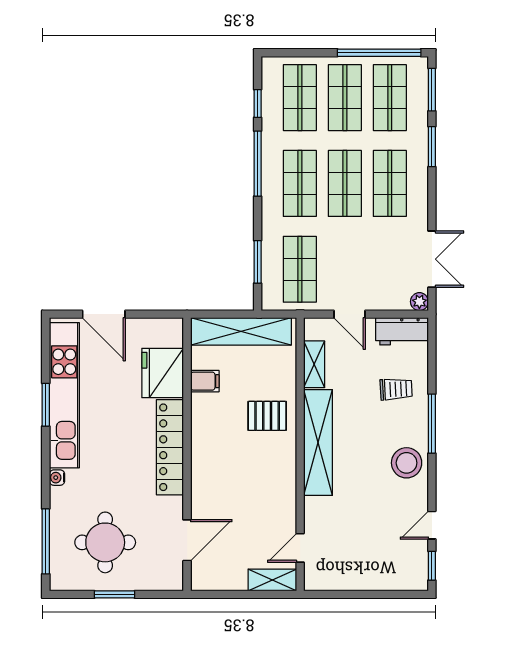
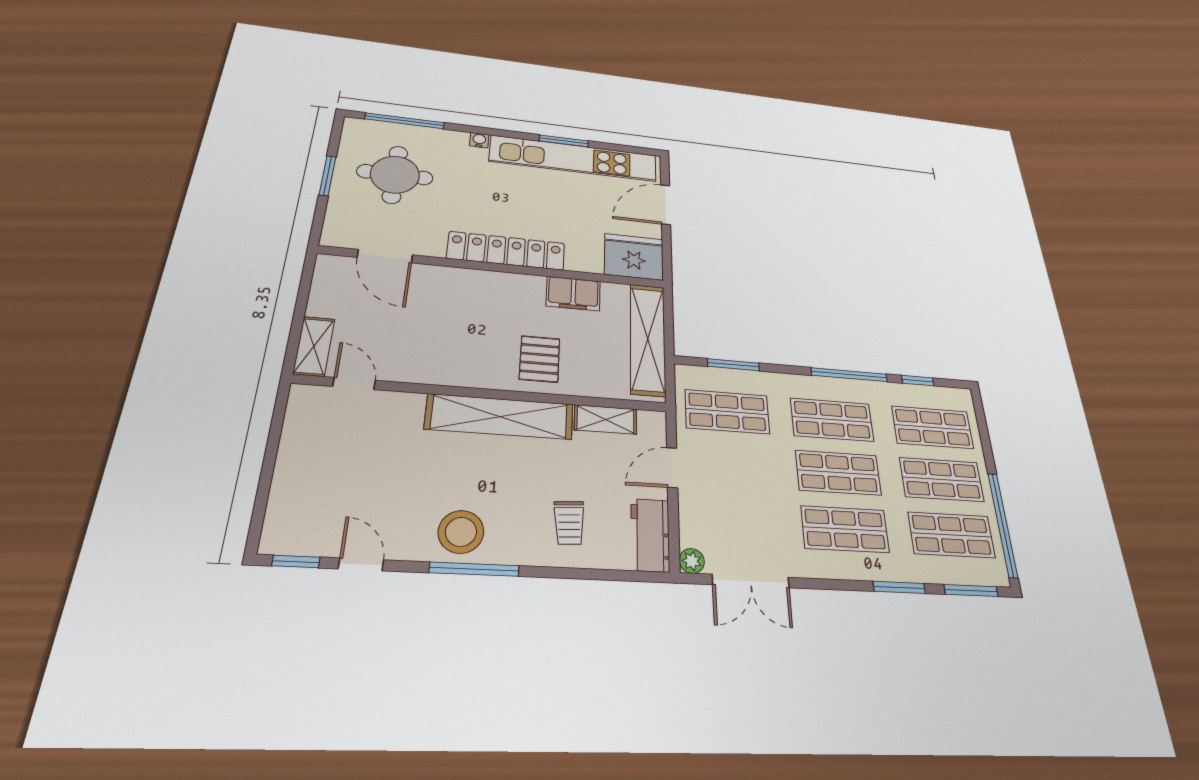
fridge: (163, 373) -> (634, 257), moved
filing cabinet: (205, 381) -> (573, 293), width x2.00
window: (432, 424) -> (474, 569), moved

